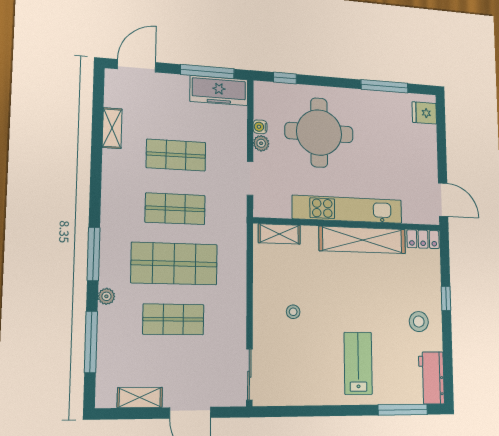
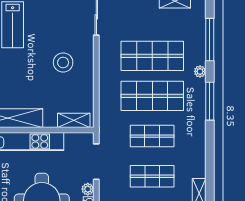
doorway: (250, 178) -> (96, 162), width x1.38
stool: (293, 312) -> (63, 62), width x1.89, depth x1.89
shop shelf: (173, 319) -> (152, 56), width x1.43, depth x1.36

